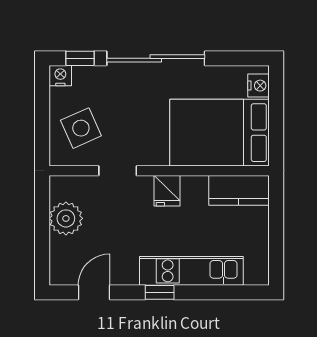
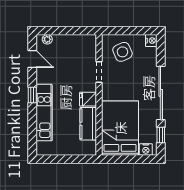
window: (80, 58) -> (161, 135), moved
kitchen counter: (239, 190) -> (88, 124), moved
plant: (66, 218) -> (47, 39), moved, width x0.53, depth x0.53

